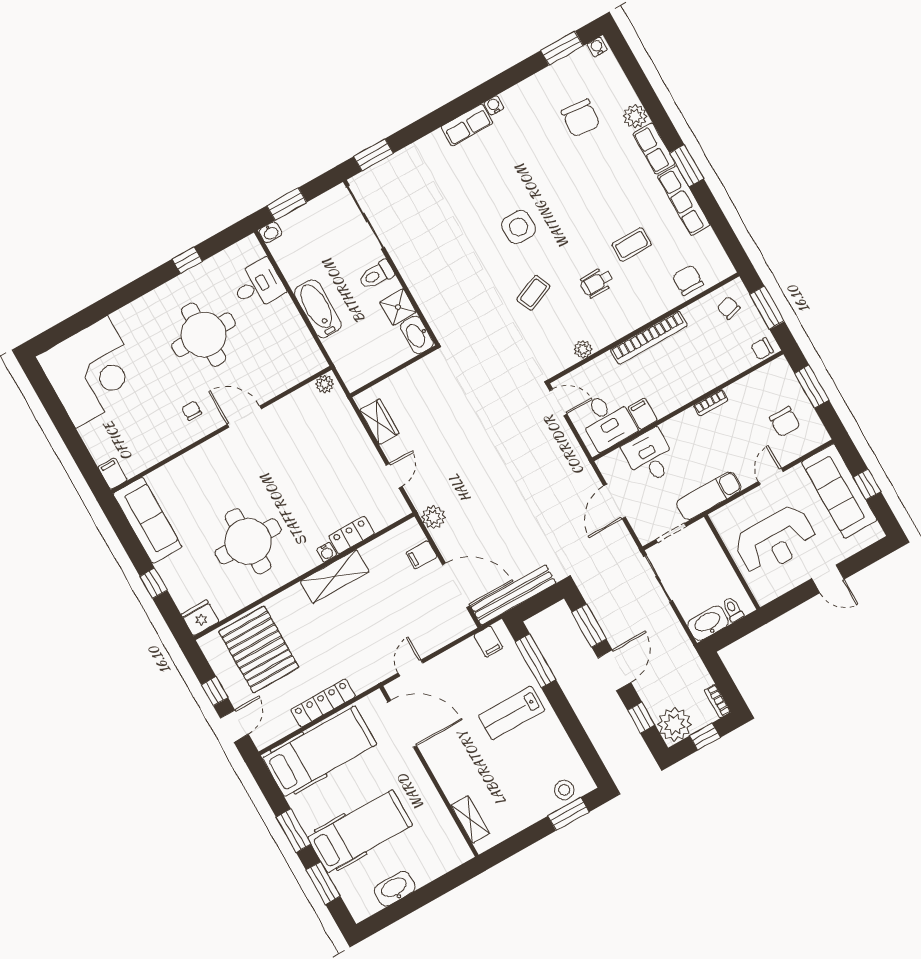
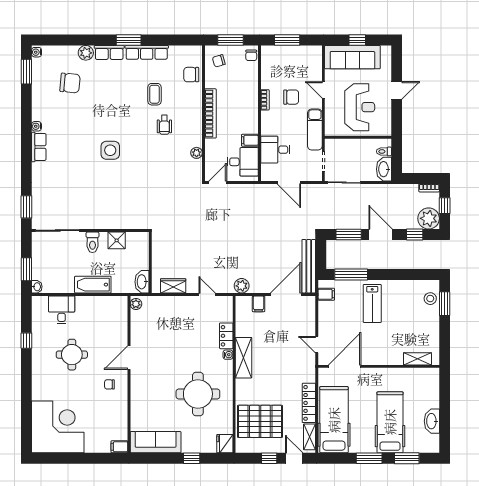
coffee table: (533, 293) -> (151, 162), removed
round table: (204, 335) -> (72, 355), width x0.73, depth x0.73
washbasin: (417, 335) -> (142, 282), moved, turned 90
chair: (785, 422) -> (291, 97), moved
shelving: (276, 731) -> (310, 437), added

